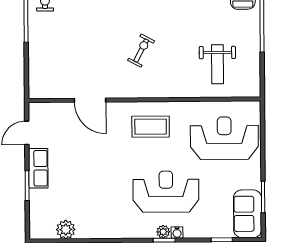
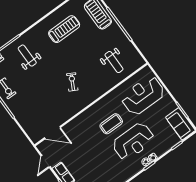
door: (90, 100) -> (52, 133), moved
coffee table: (151, 127) -> (111, 124), moved
reception desk: (166, 192) -> (133, 141), turned 180

